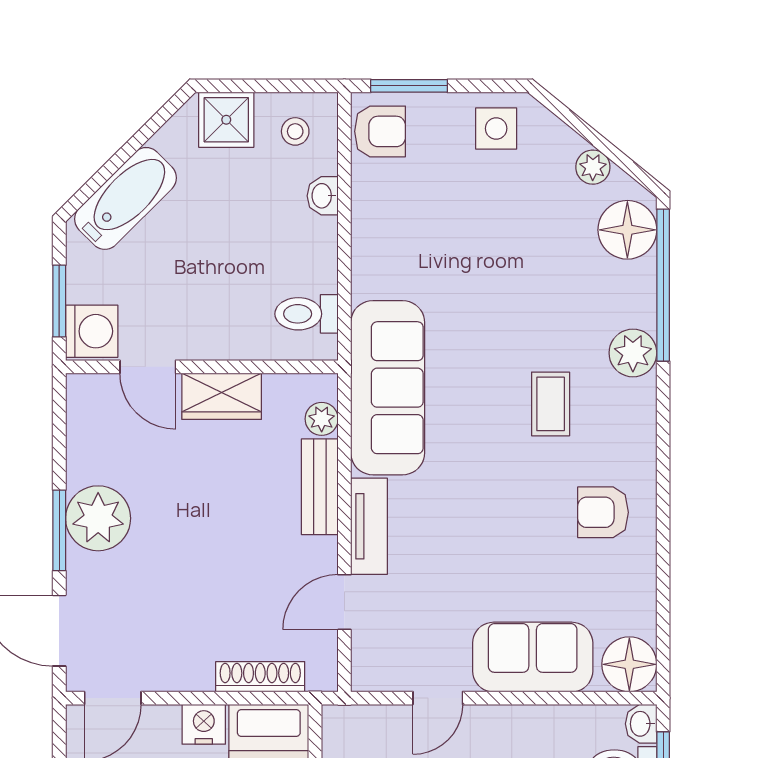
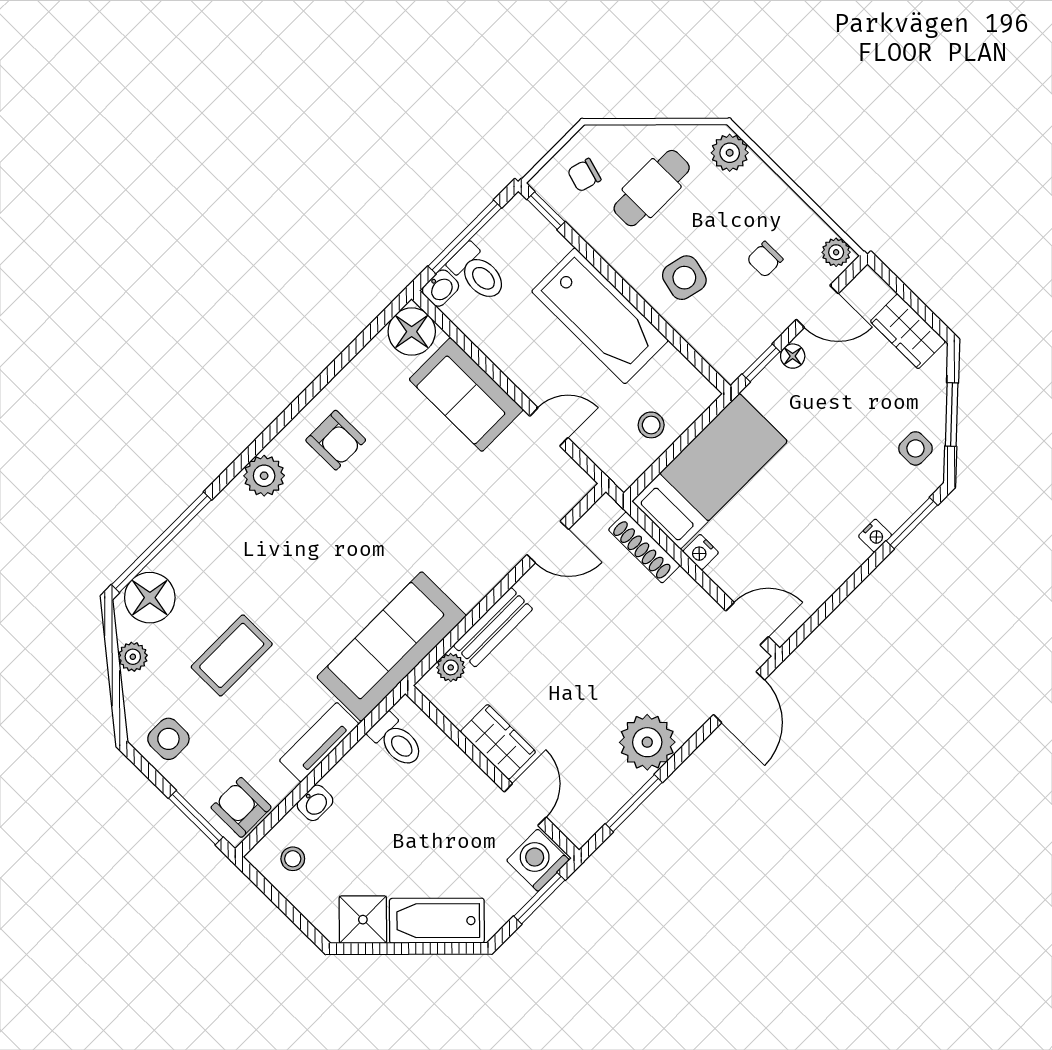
shower: (226, 120) -> (363, 920), moved, turned 45
plant: (633, 353) -> (264, 476), moved
coffee table: (551, 404) -> (232, 655), moved, width x1.36, depth x1.30
tv unit: (369, 526) -> (319, 742), moved
window: (59, 530) -> (634, 803), moved
nightstand: (204, 724) -> (701, 552), width x0.72, depth x0.74

